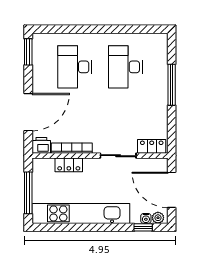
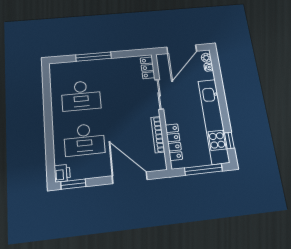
printer: (41, 145) -> (62, 173), moved, turned 180
locker: (69, 165) -> (174, 142), width x1.53
window: (143, 227) -> (229, 140), moved

